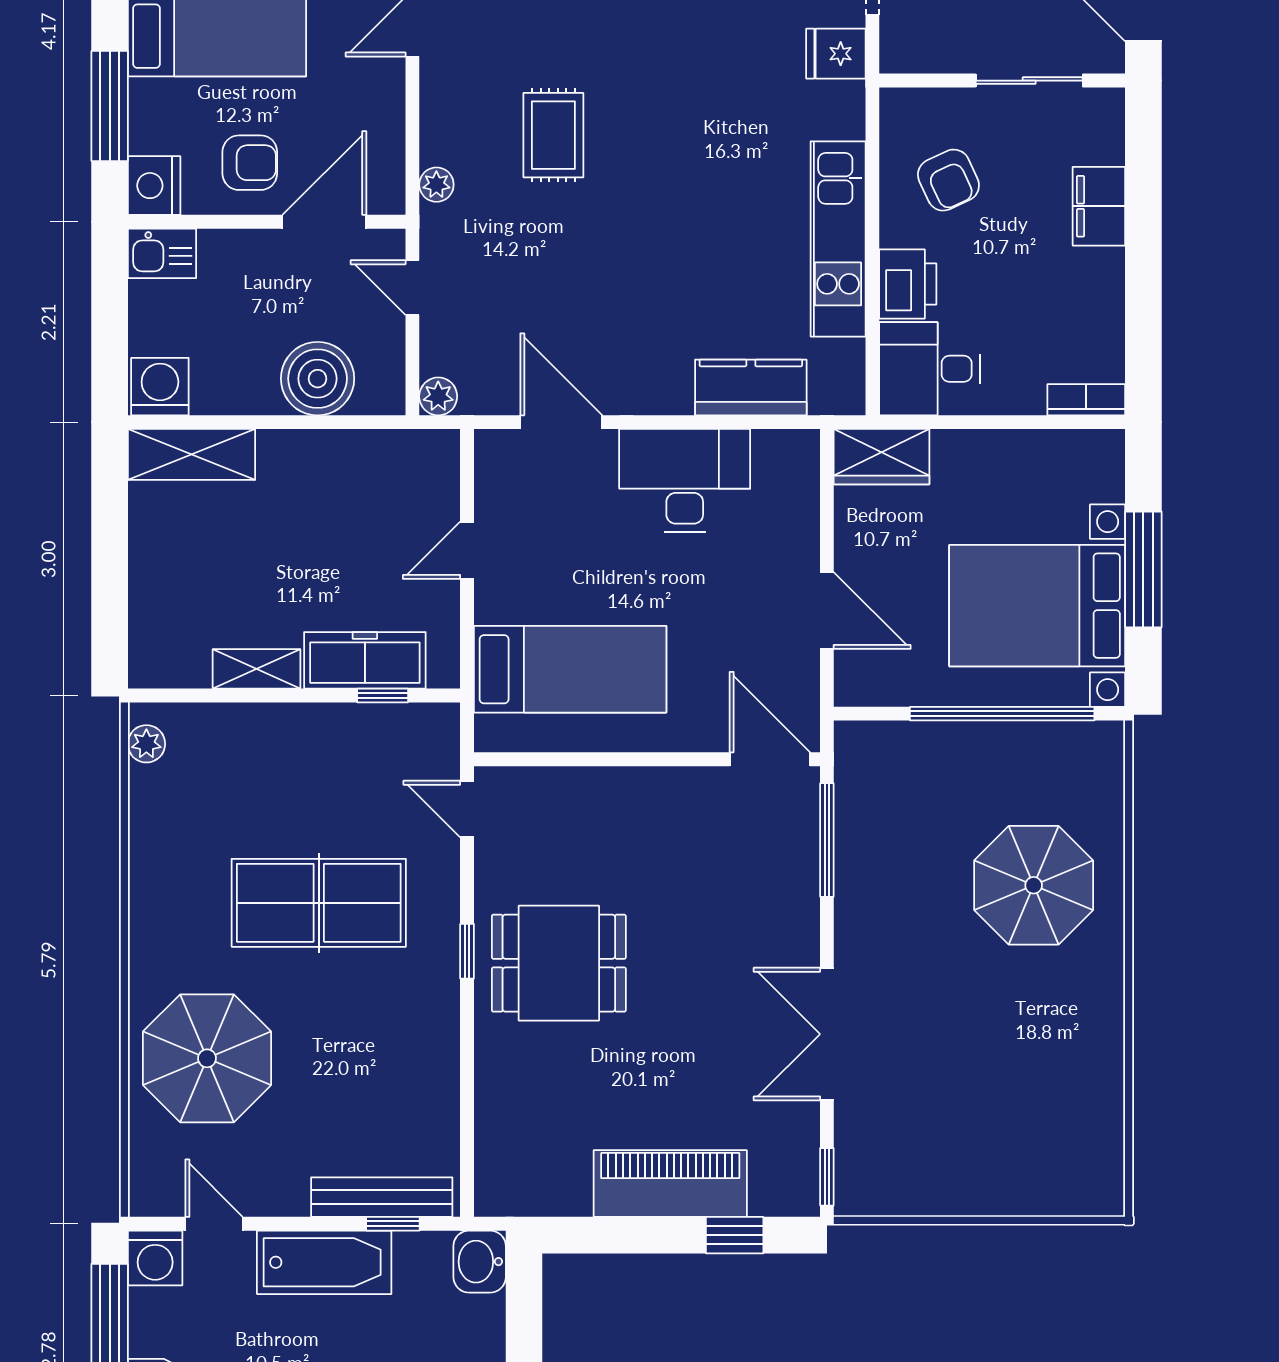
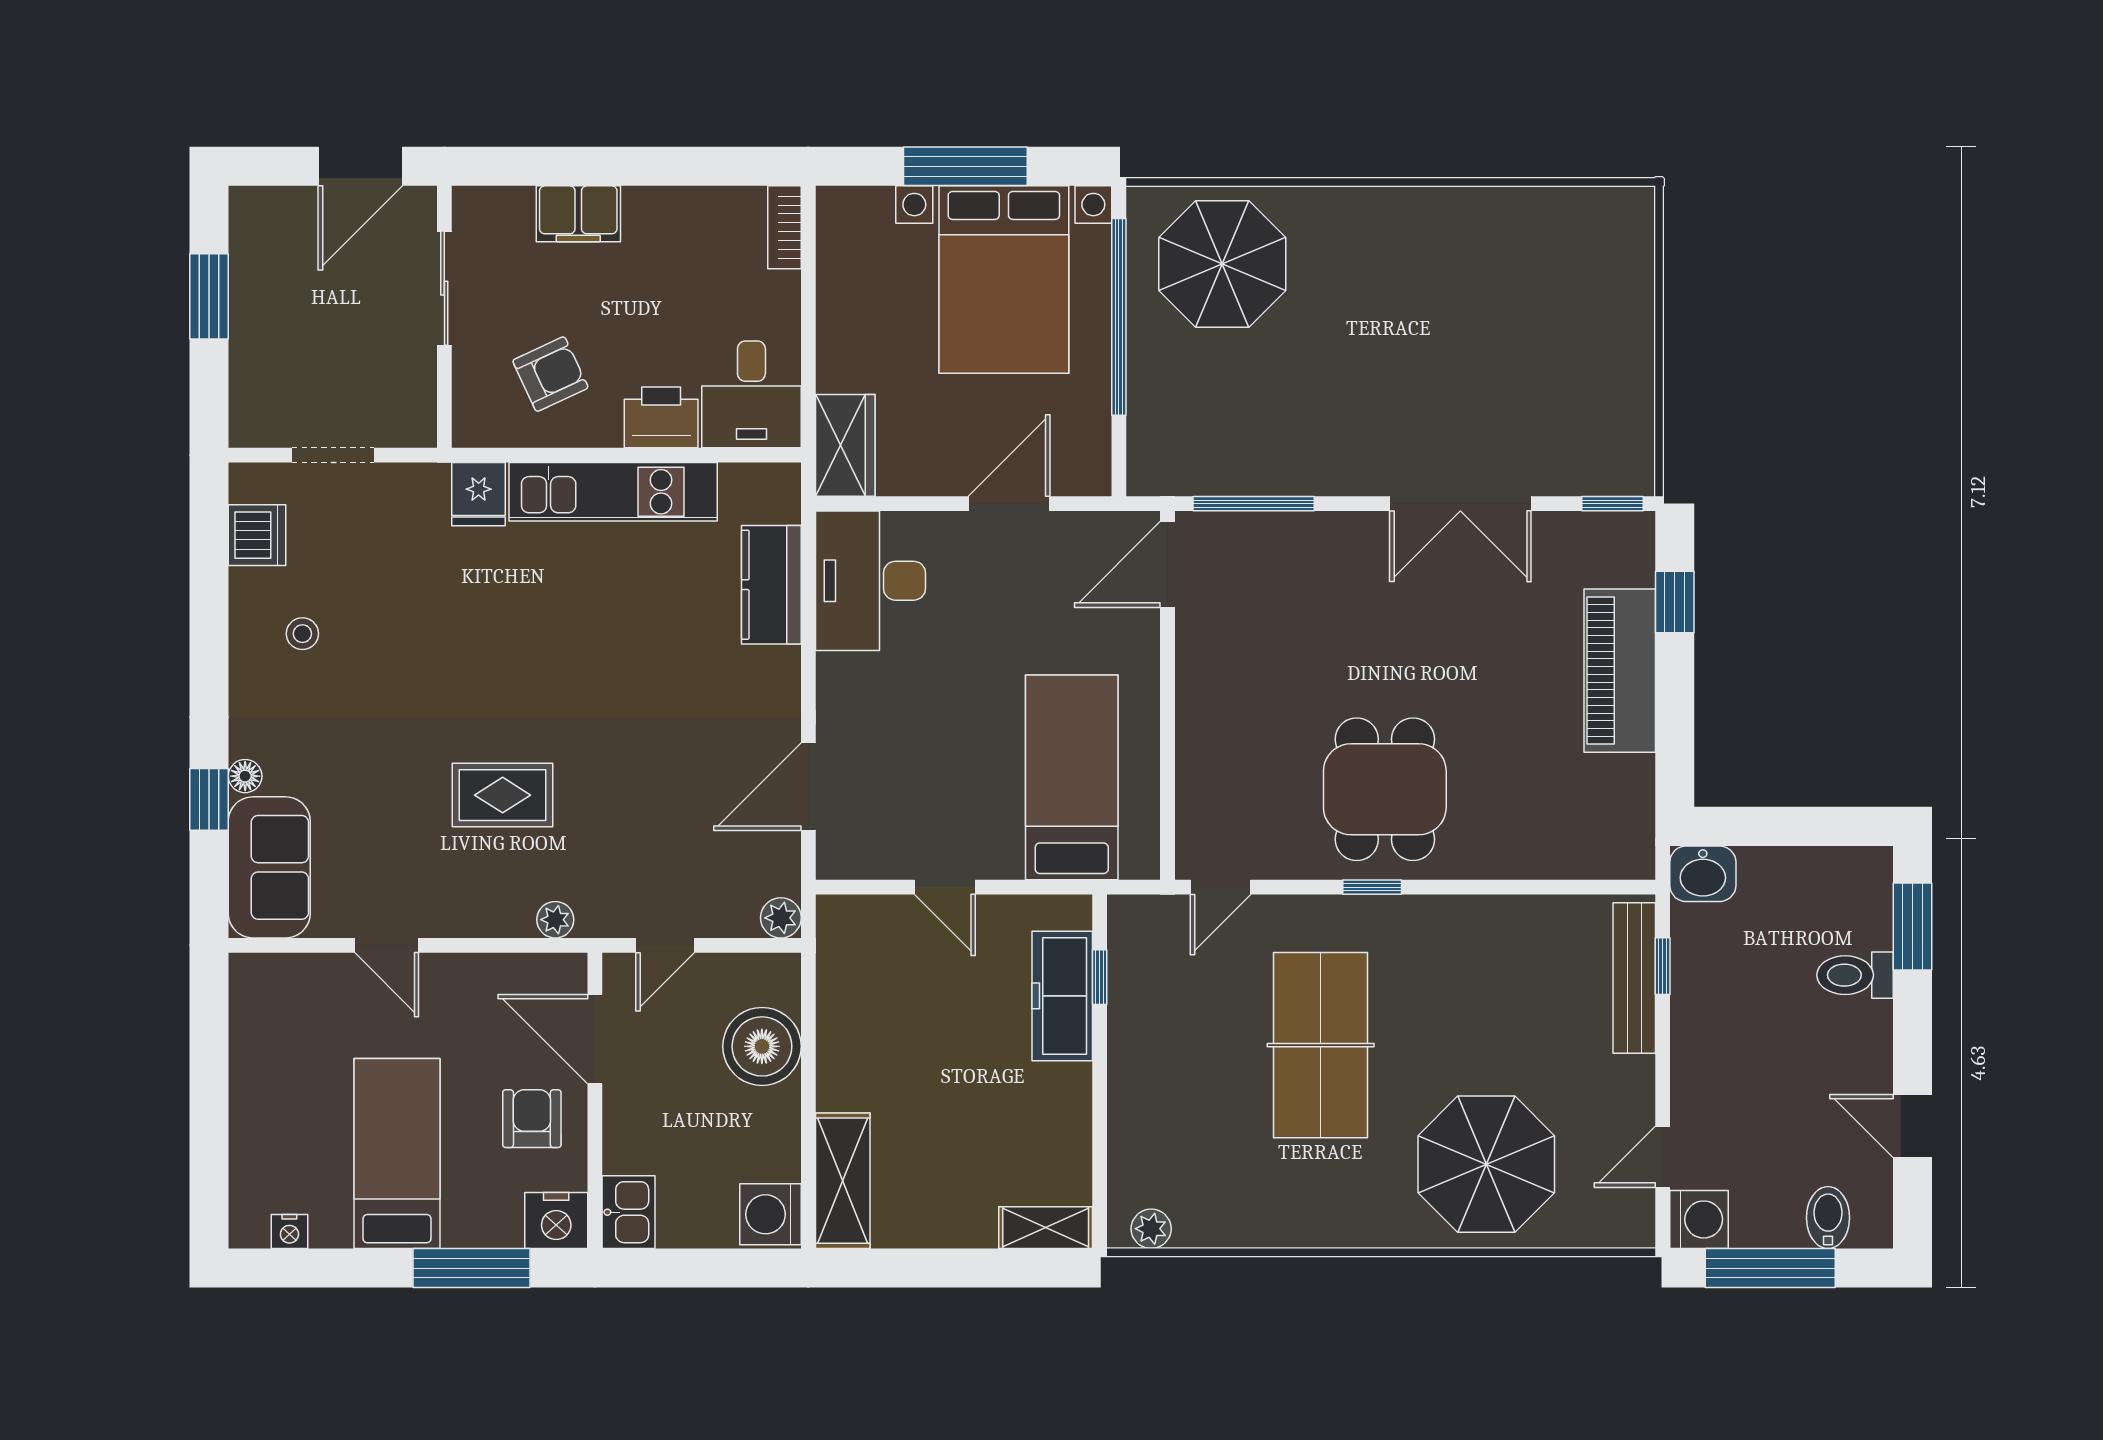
fridge: (836, 54) -> (479, 494), moved
desk: (685, 480) -> (870, 581), moved
shelving: (257, 669) -> (1046, 1228), moved, turned 90
parasol: (1034, 885) -> (1222, 264), moved
bathtub: (324, 1262) -> (1704, 1039), removed

